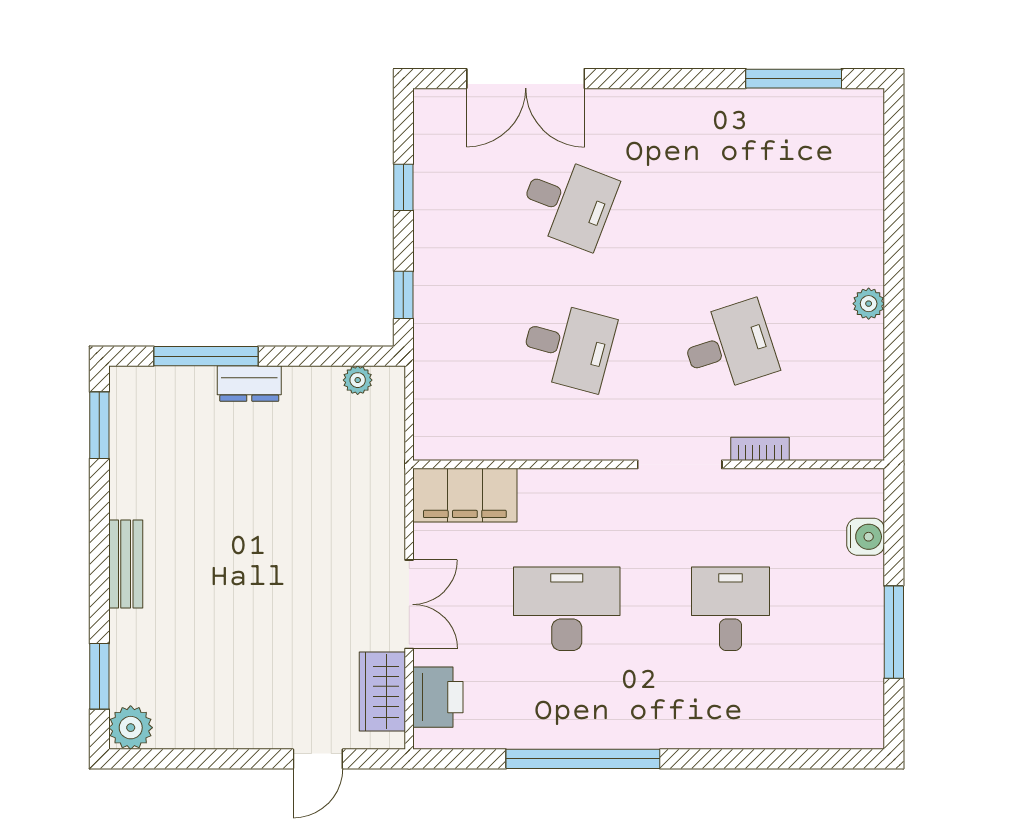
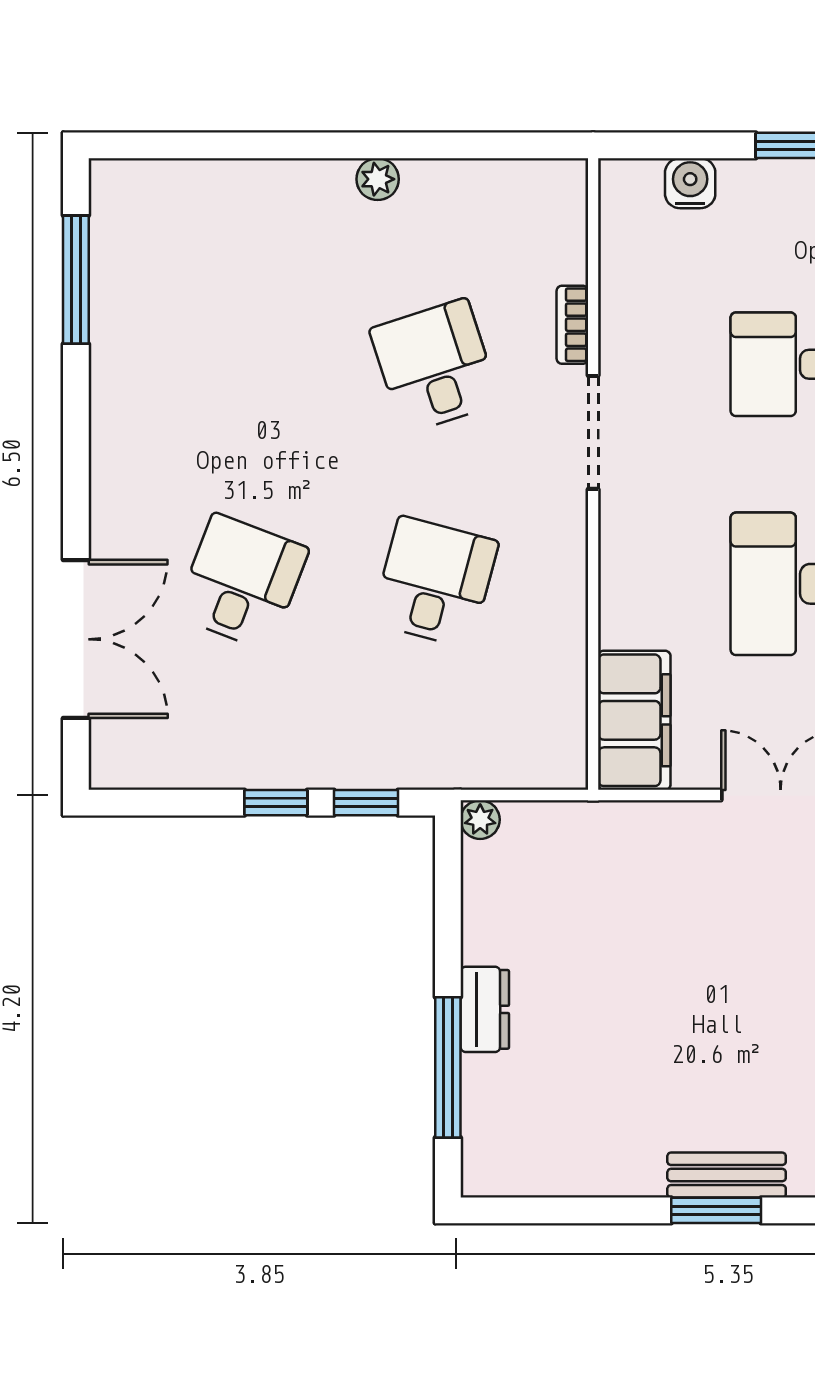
window: (403, 187) -> (276, 803), moved
plant: (358, 380) -> (480, 820), moved
window: (99, 425) -> (716, 1210), moved

